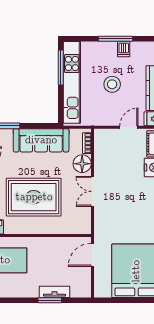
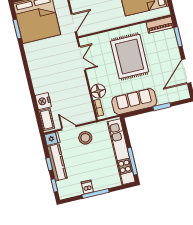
stool: (112, 84) -> (85, 138), moved
door: (129, 127) -> (69, 128), swing flipped
double door: (92, 191) -> (82, 58), moved
rug: (34, 197) -> (130, 56), turned 90

